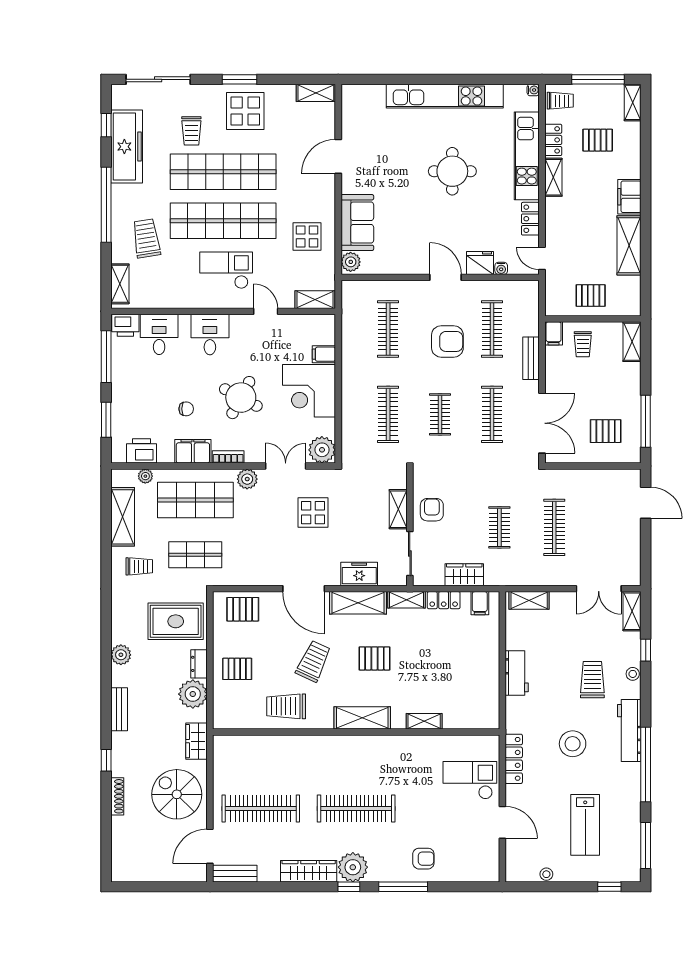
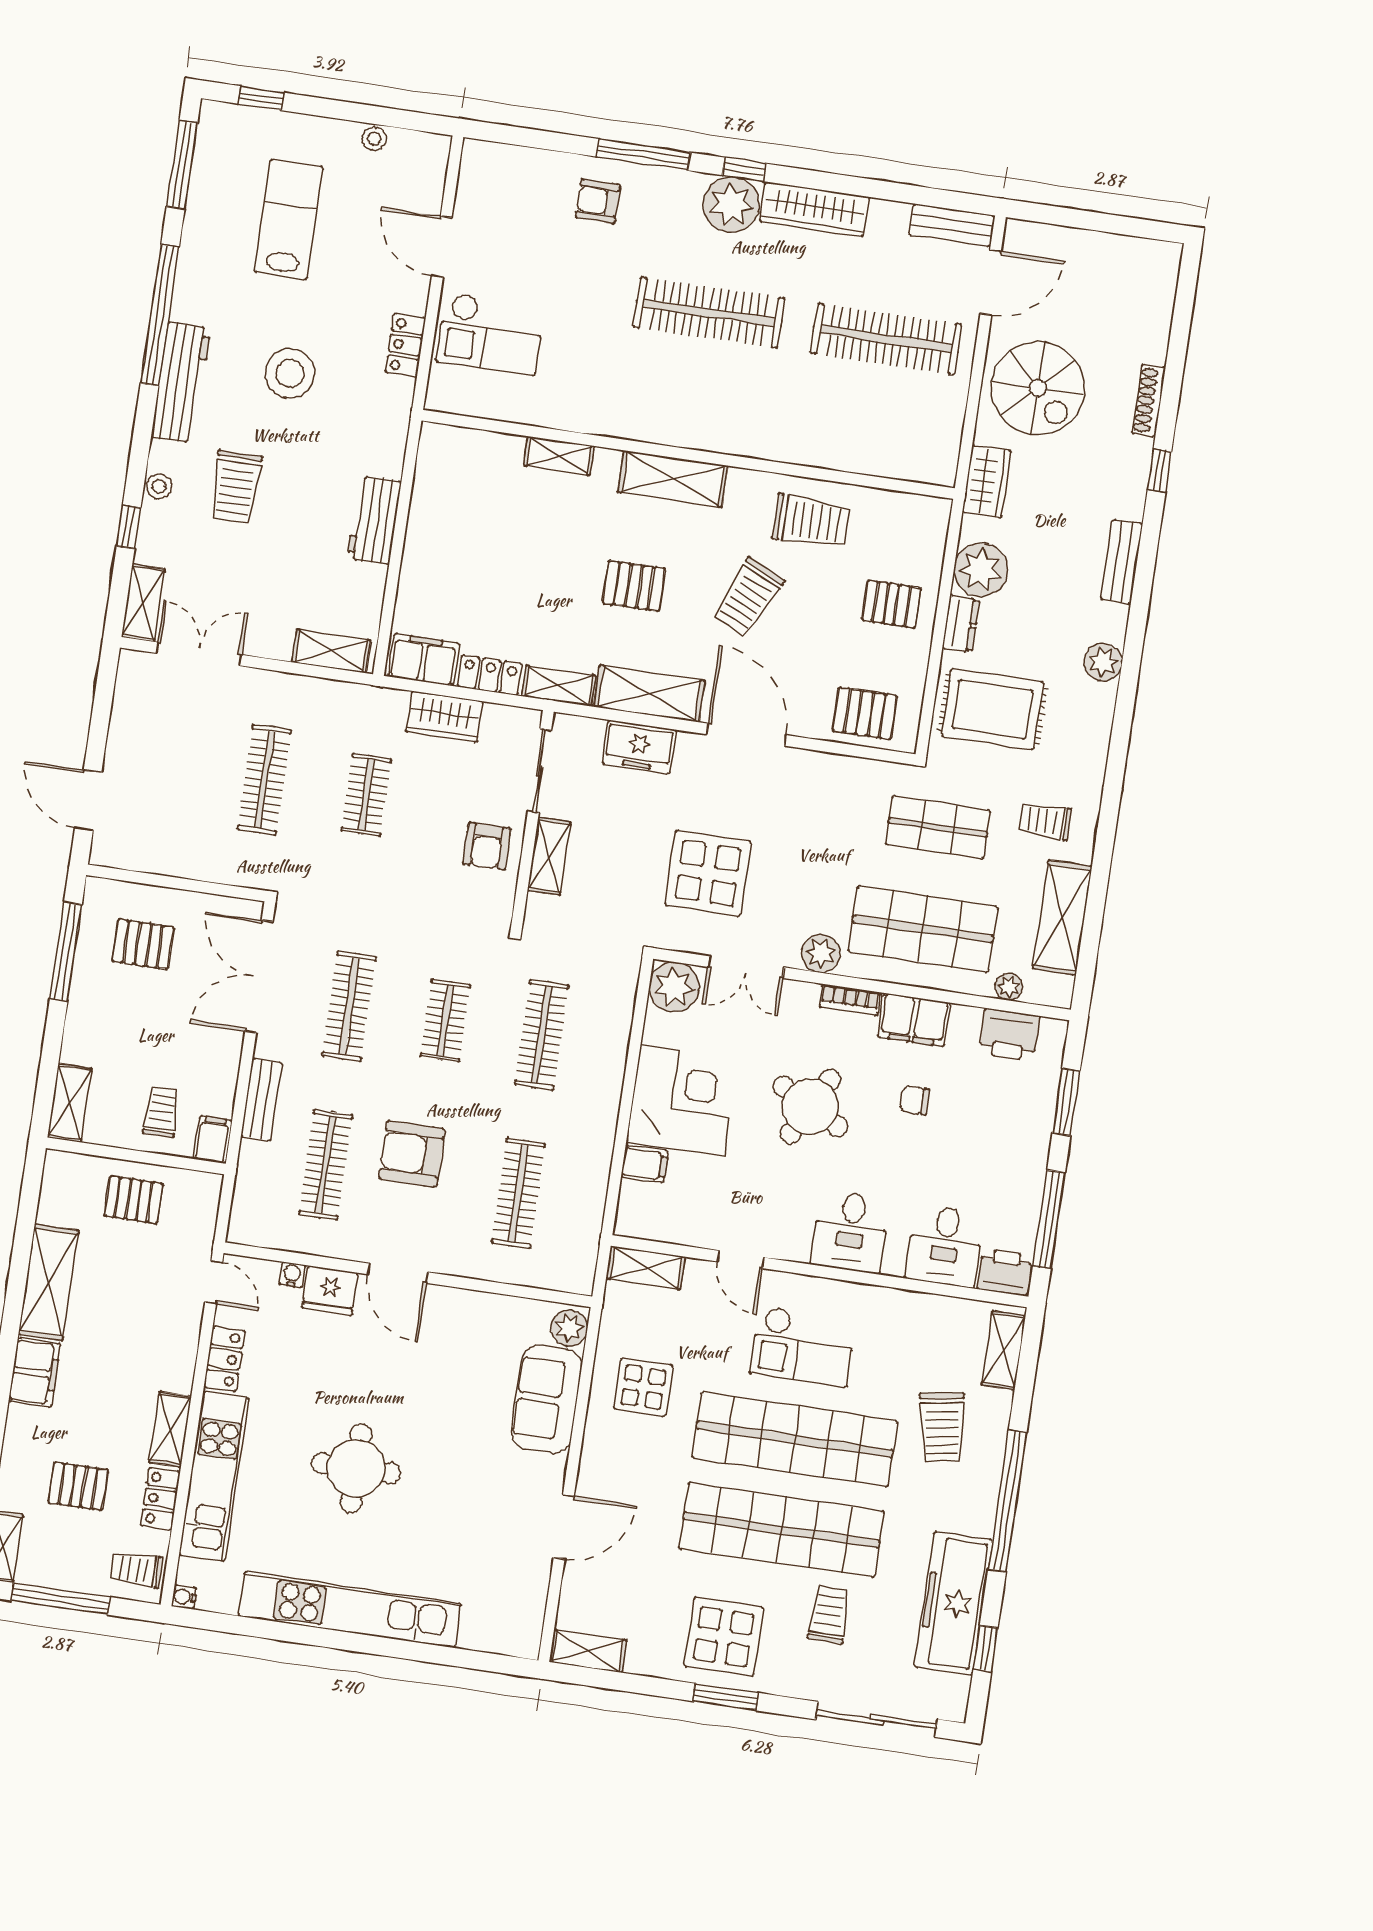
display table: (313, 513) -> (708, 873), width x1.36, depth x1.36
filing cabinet: (480, 603) -> (423, 660), width x2.00
locker: (514, 759) -> (406, 345), width x0.66

